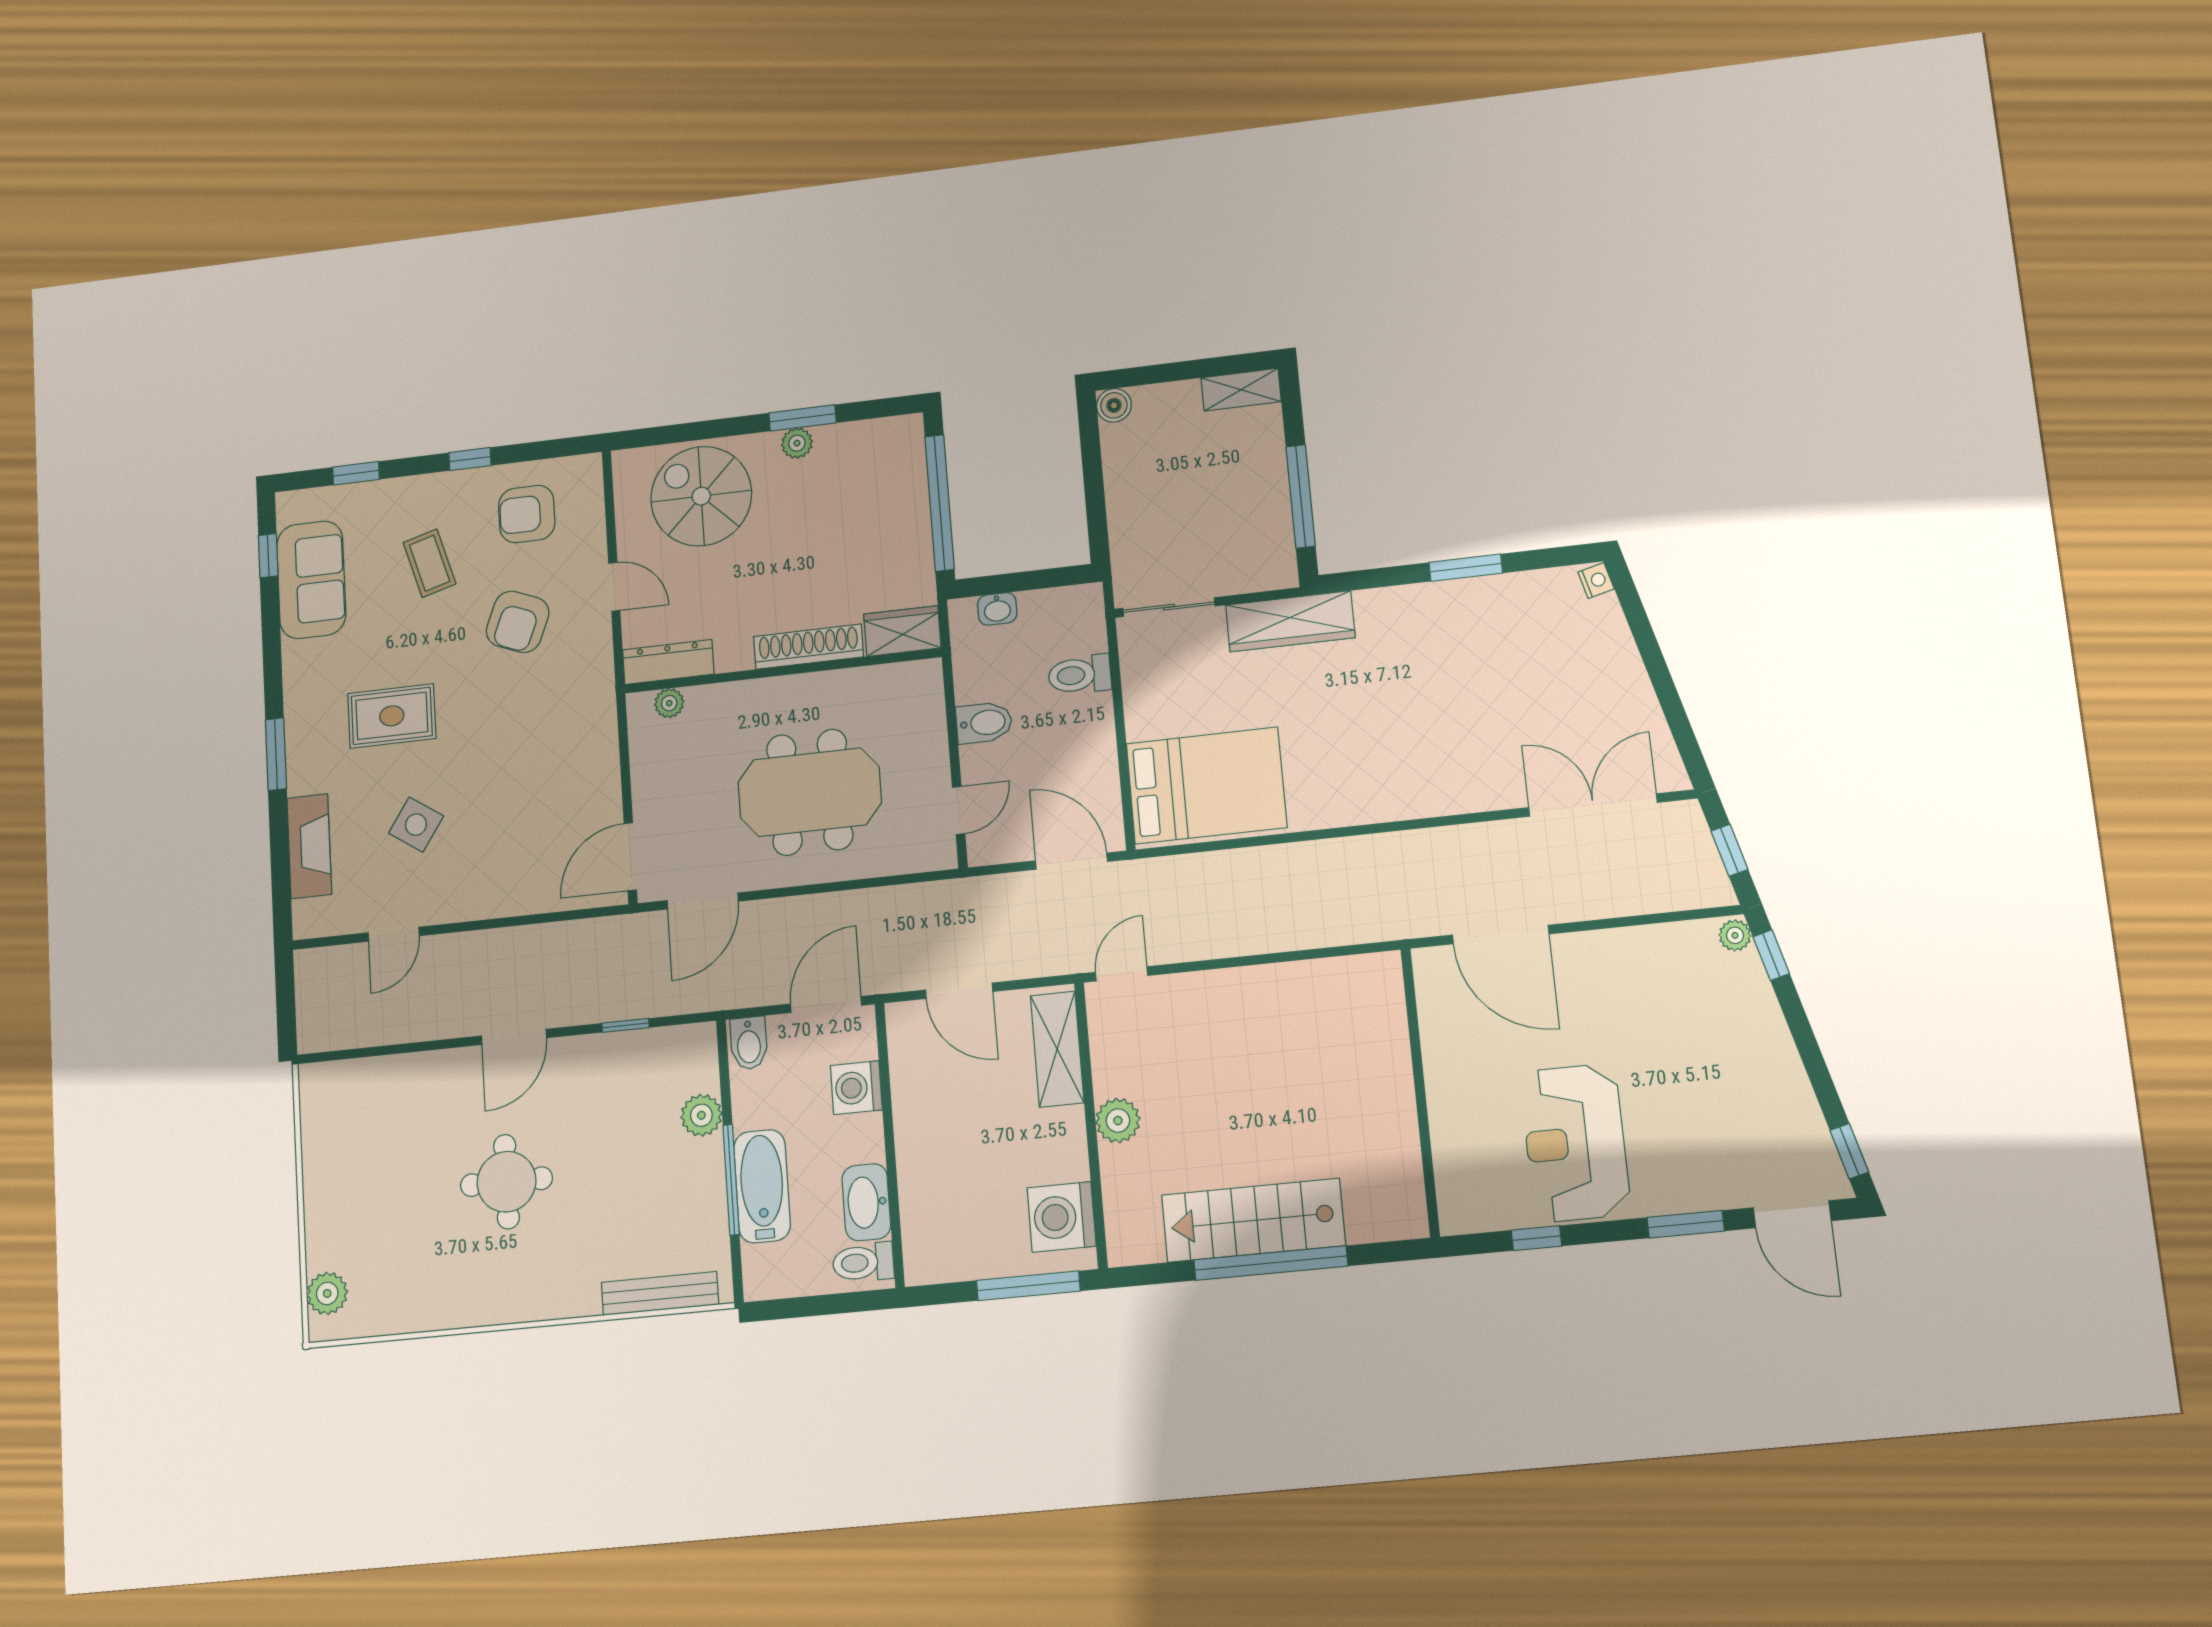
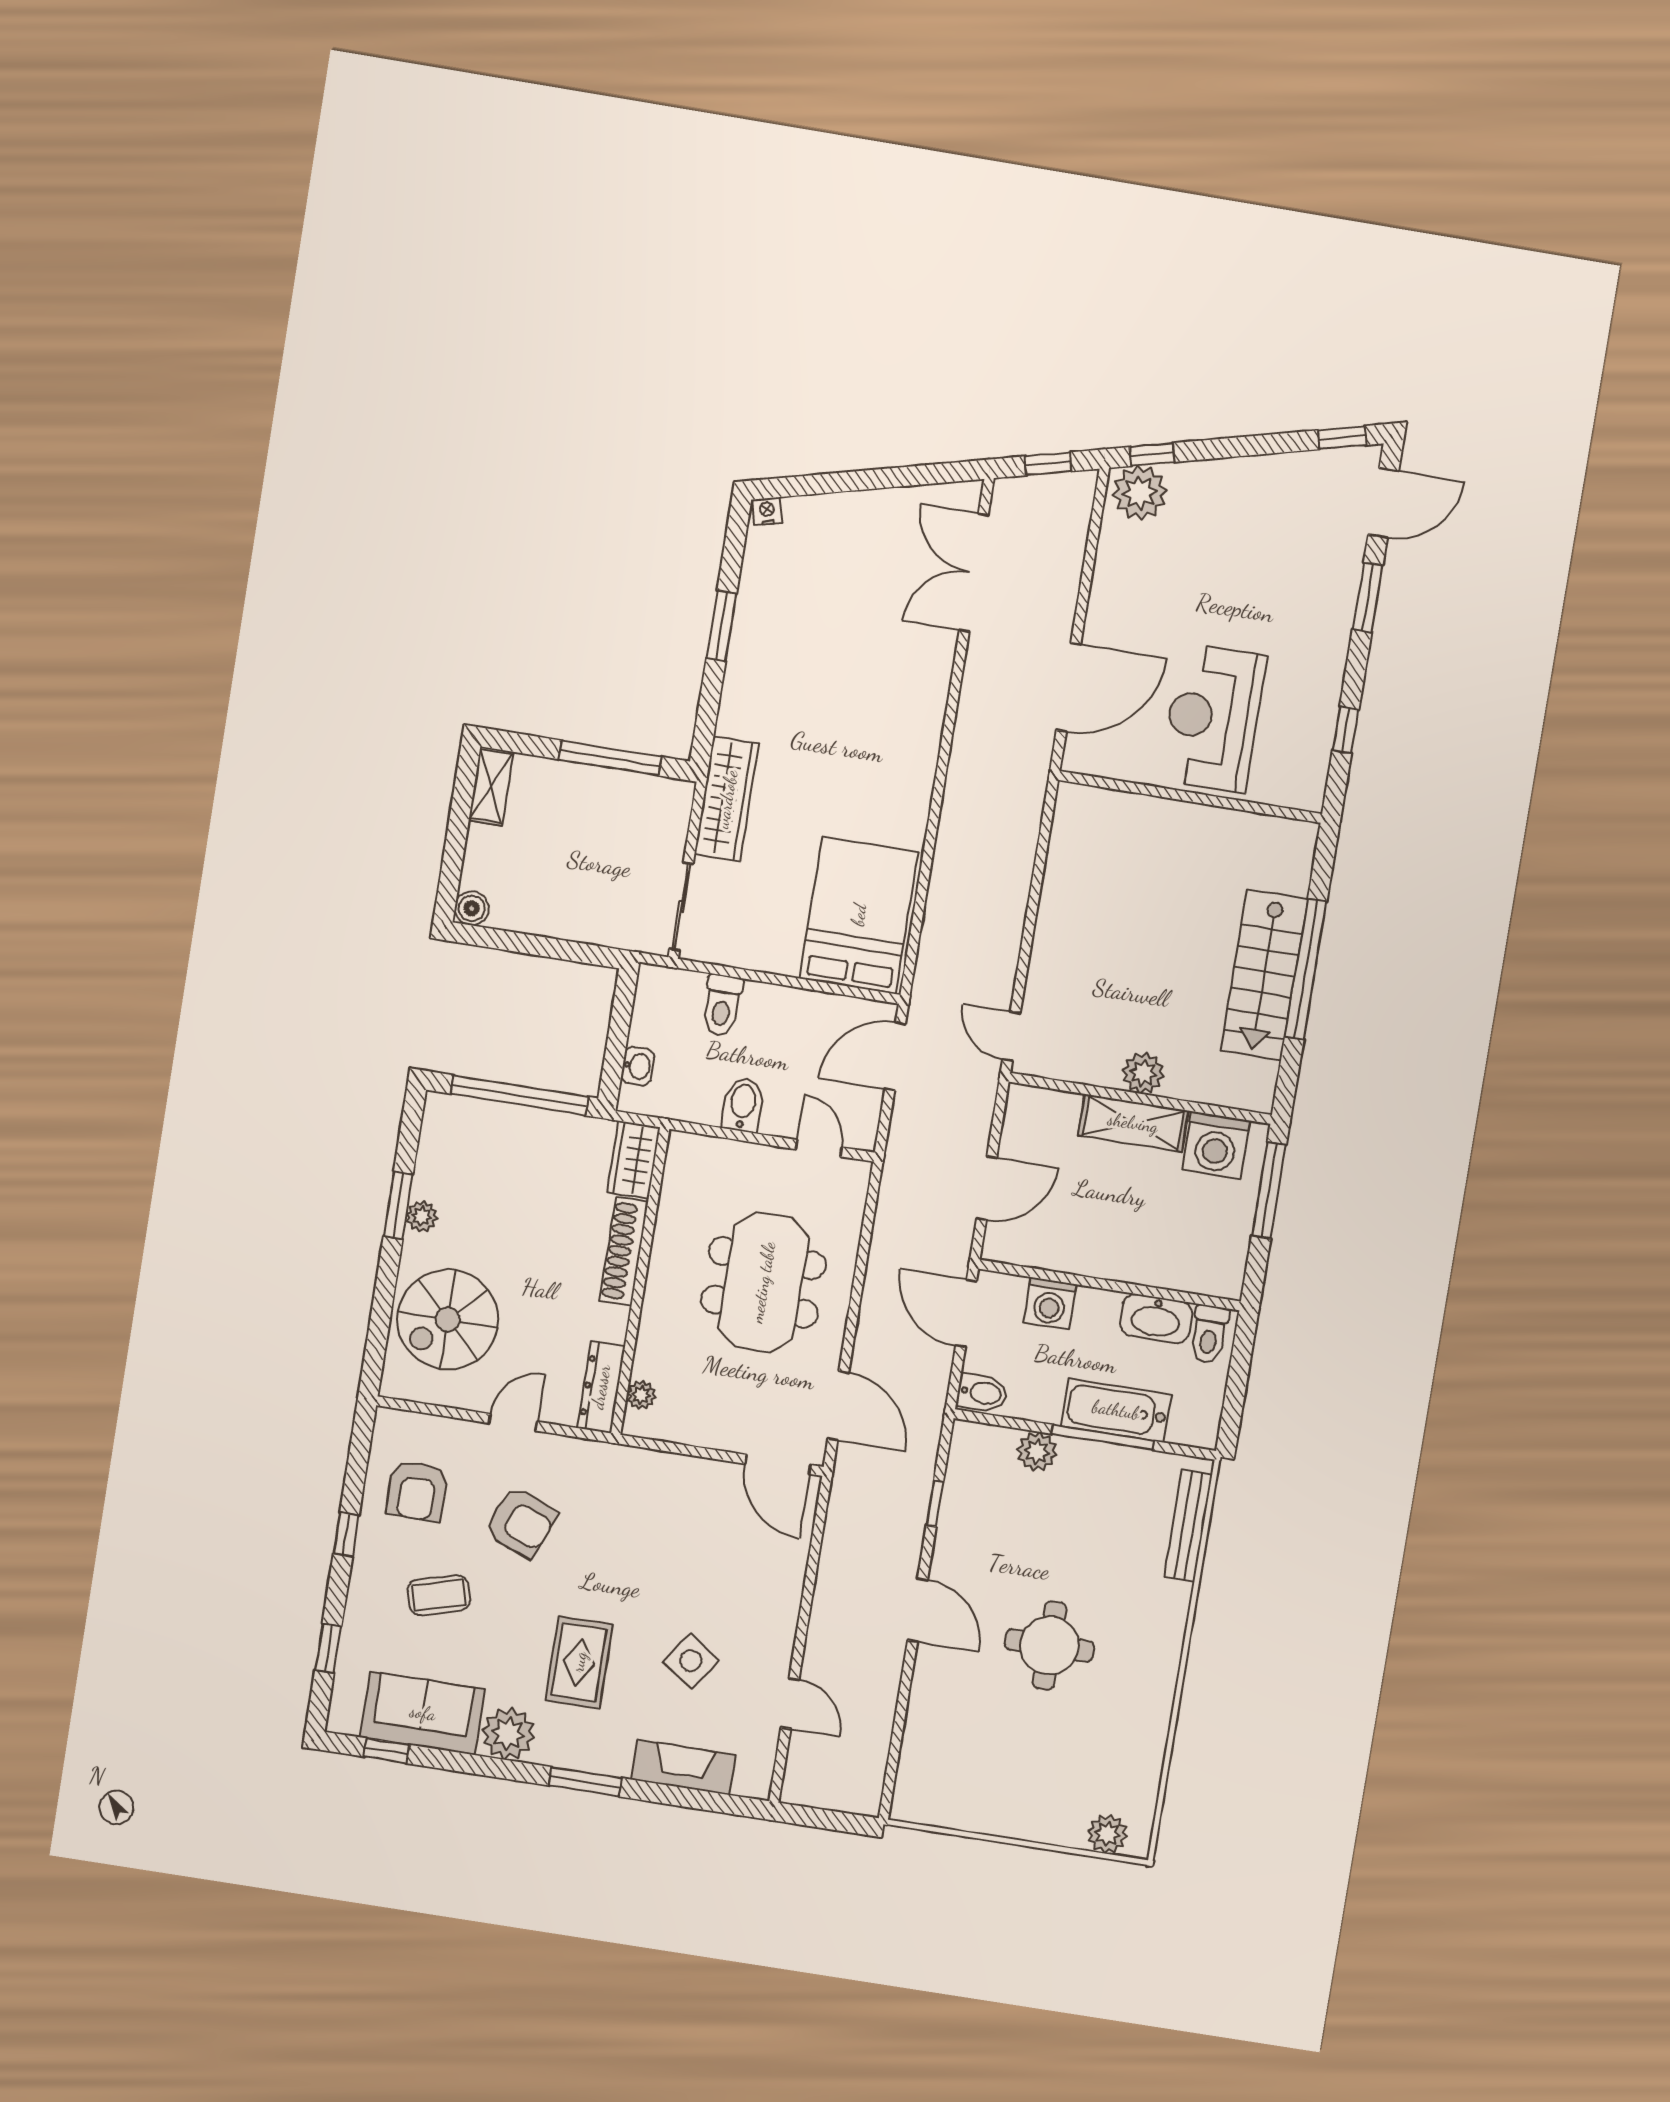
plant: (308, 667) -> (508, 1734), added
plant: (1735, 935) -> (1140, 493), width x1.88, depth x1.88
shelving: (1057, 1049) -> (1133, 1123), moved
reception desk: (1575, 1143) -> (1213, 718), moved, turned 90

